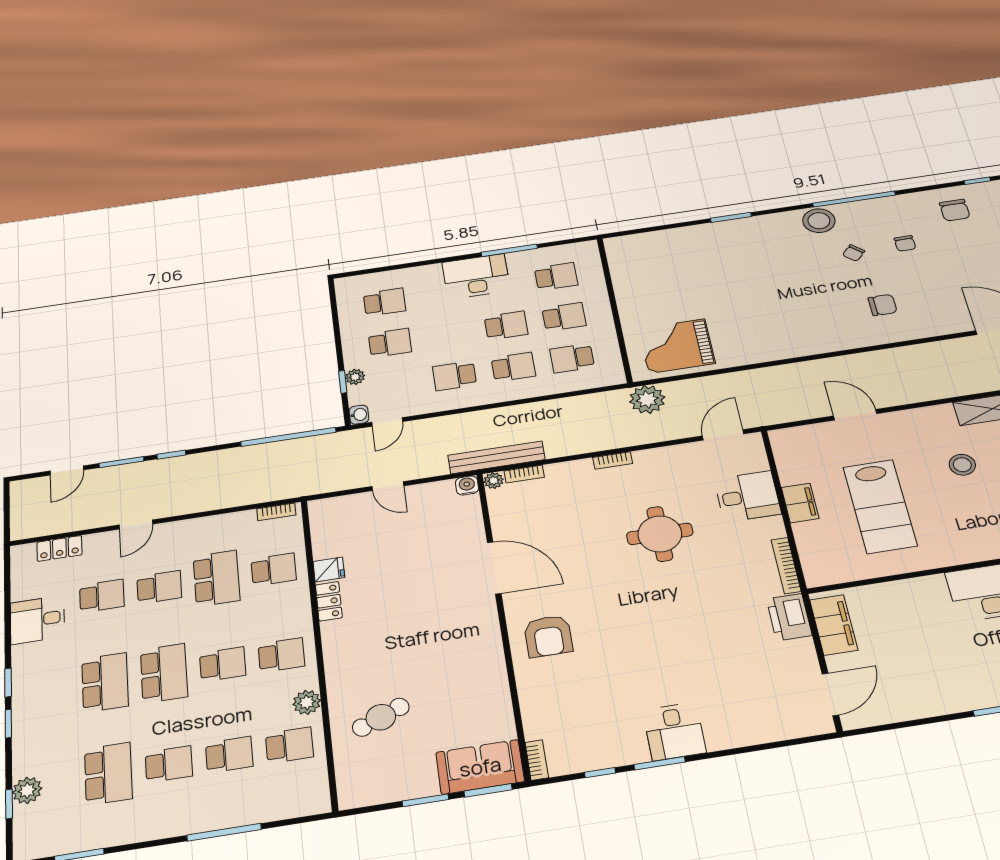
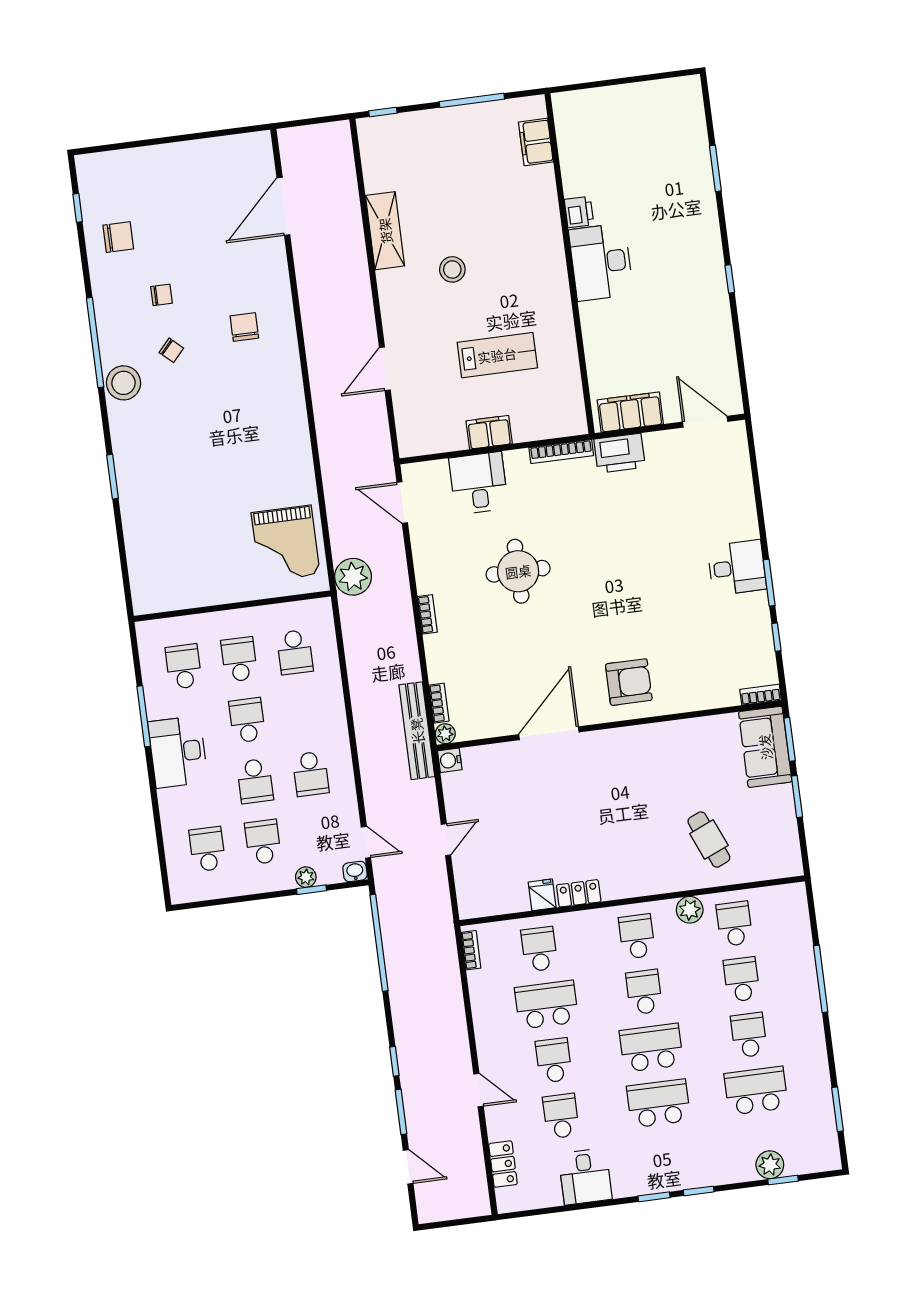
school desk: (513, 367) -> (255, 781), moved, turned 180
lab bench: (880, 506) -> (497, 355), width x0.73, depth x0.72

